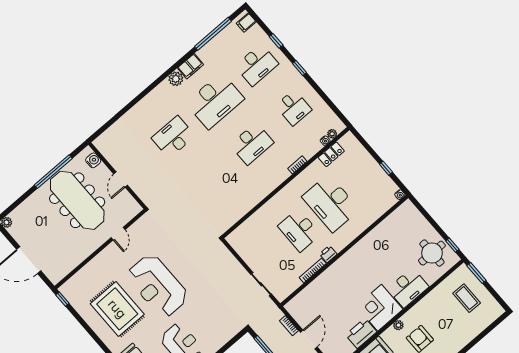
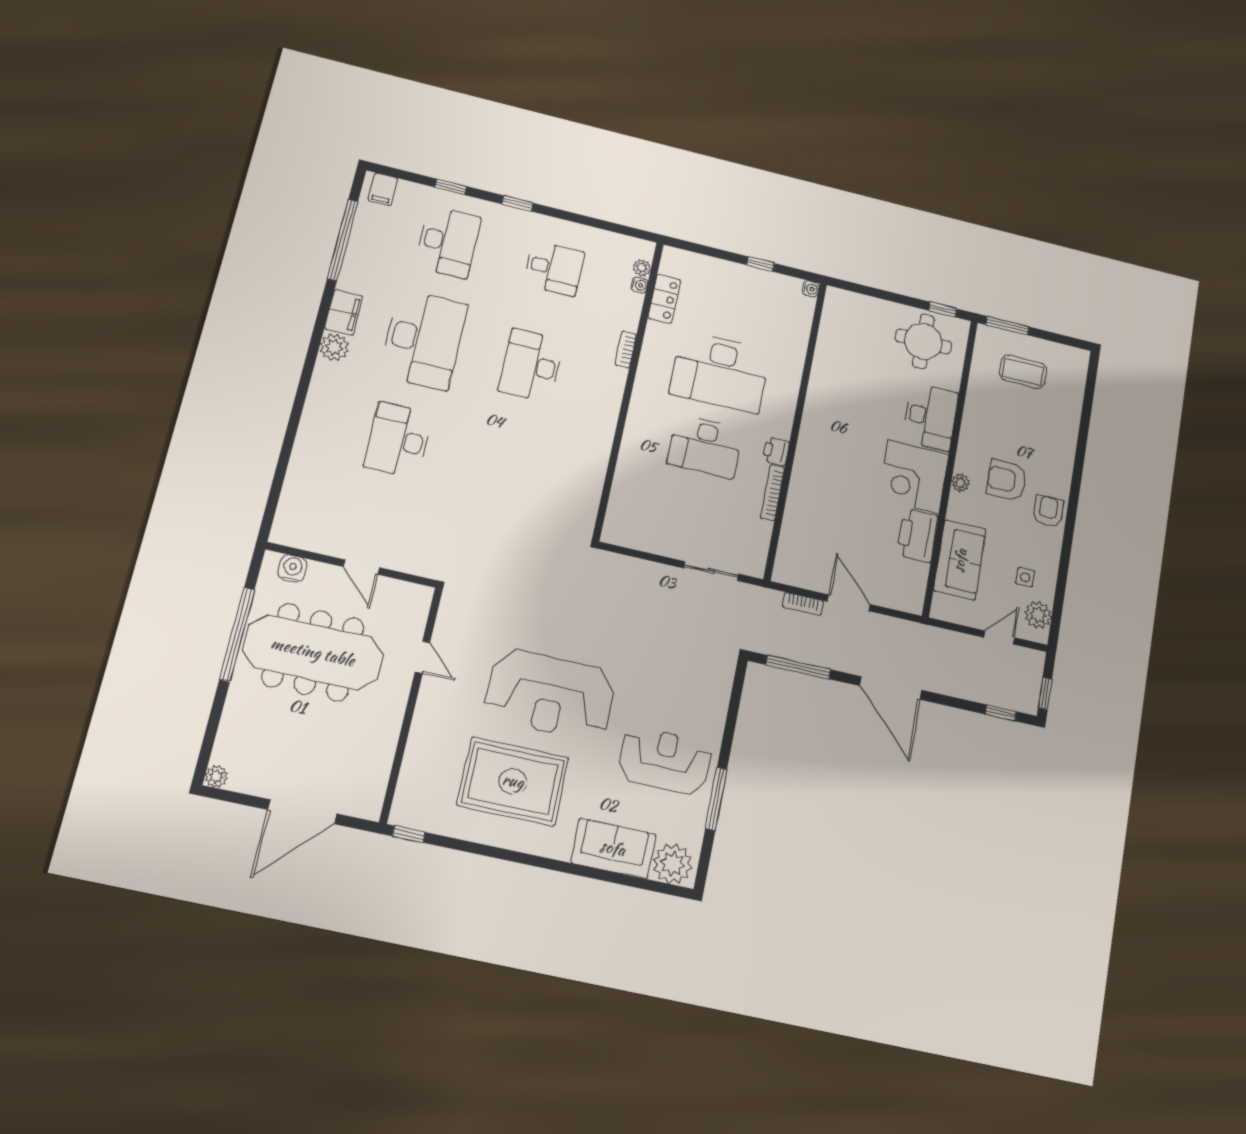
desk: (252, 144) -> (531, 365), turned 180

